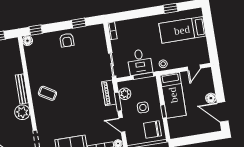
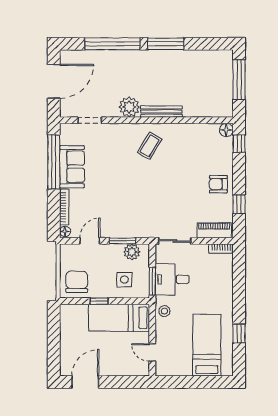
piano: (109, 93) -> (214, 230), moved
floor lamp: (211, 98) -> (107, 369), removed
side table: (143, 107) -> (124, 280), moved

